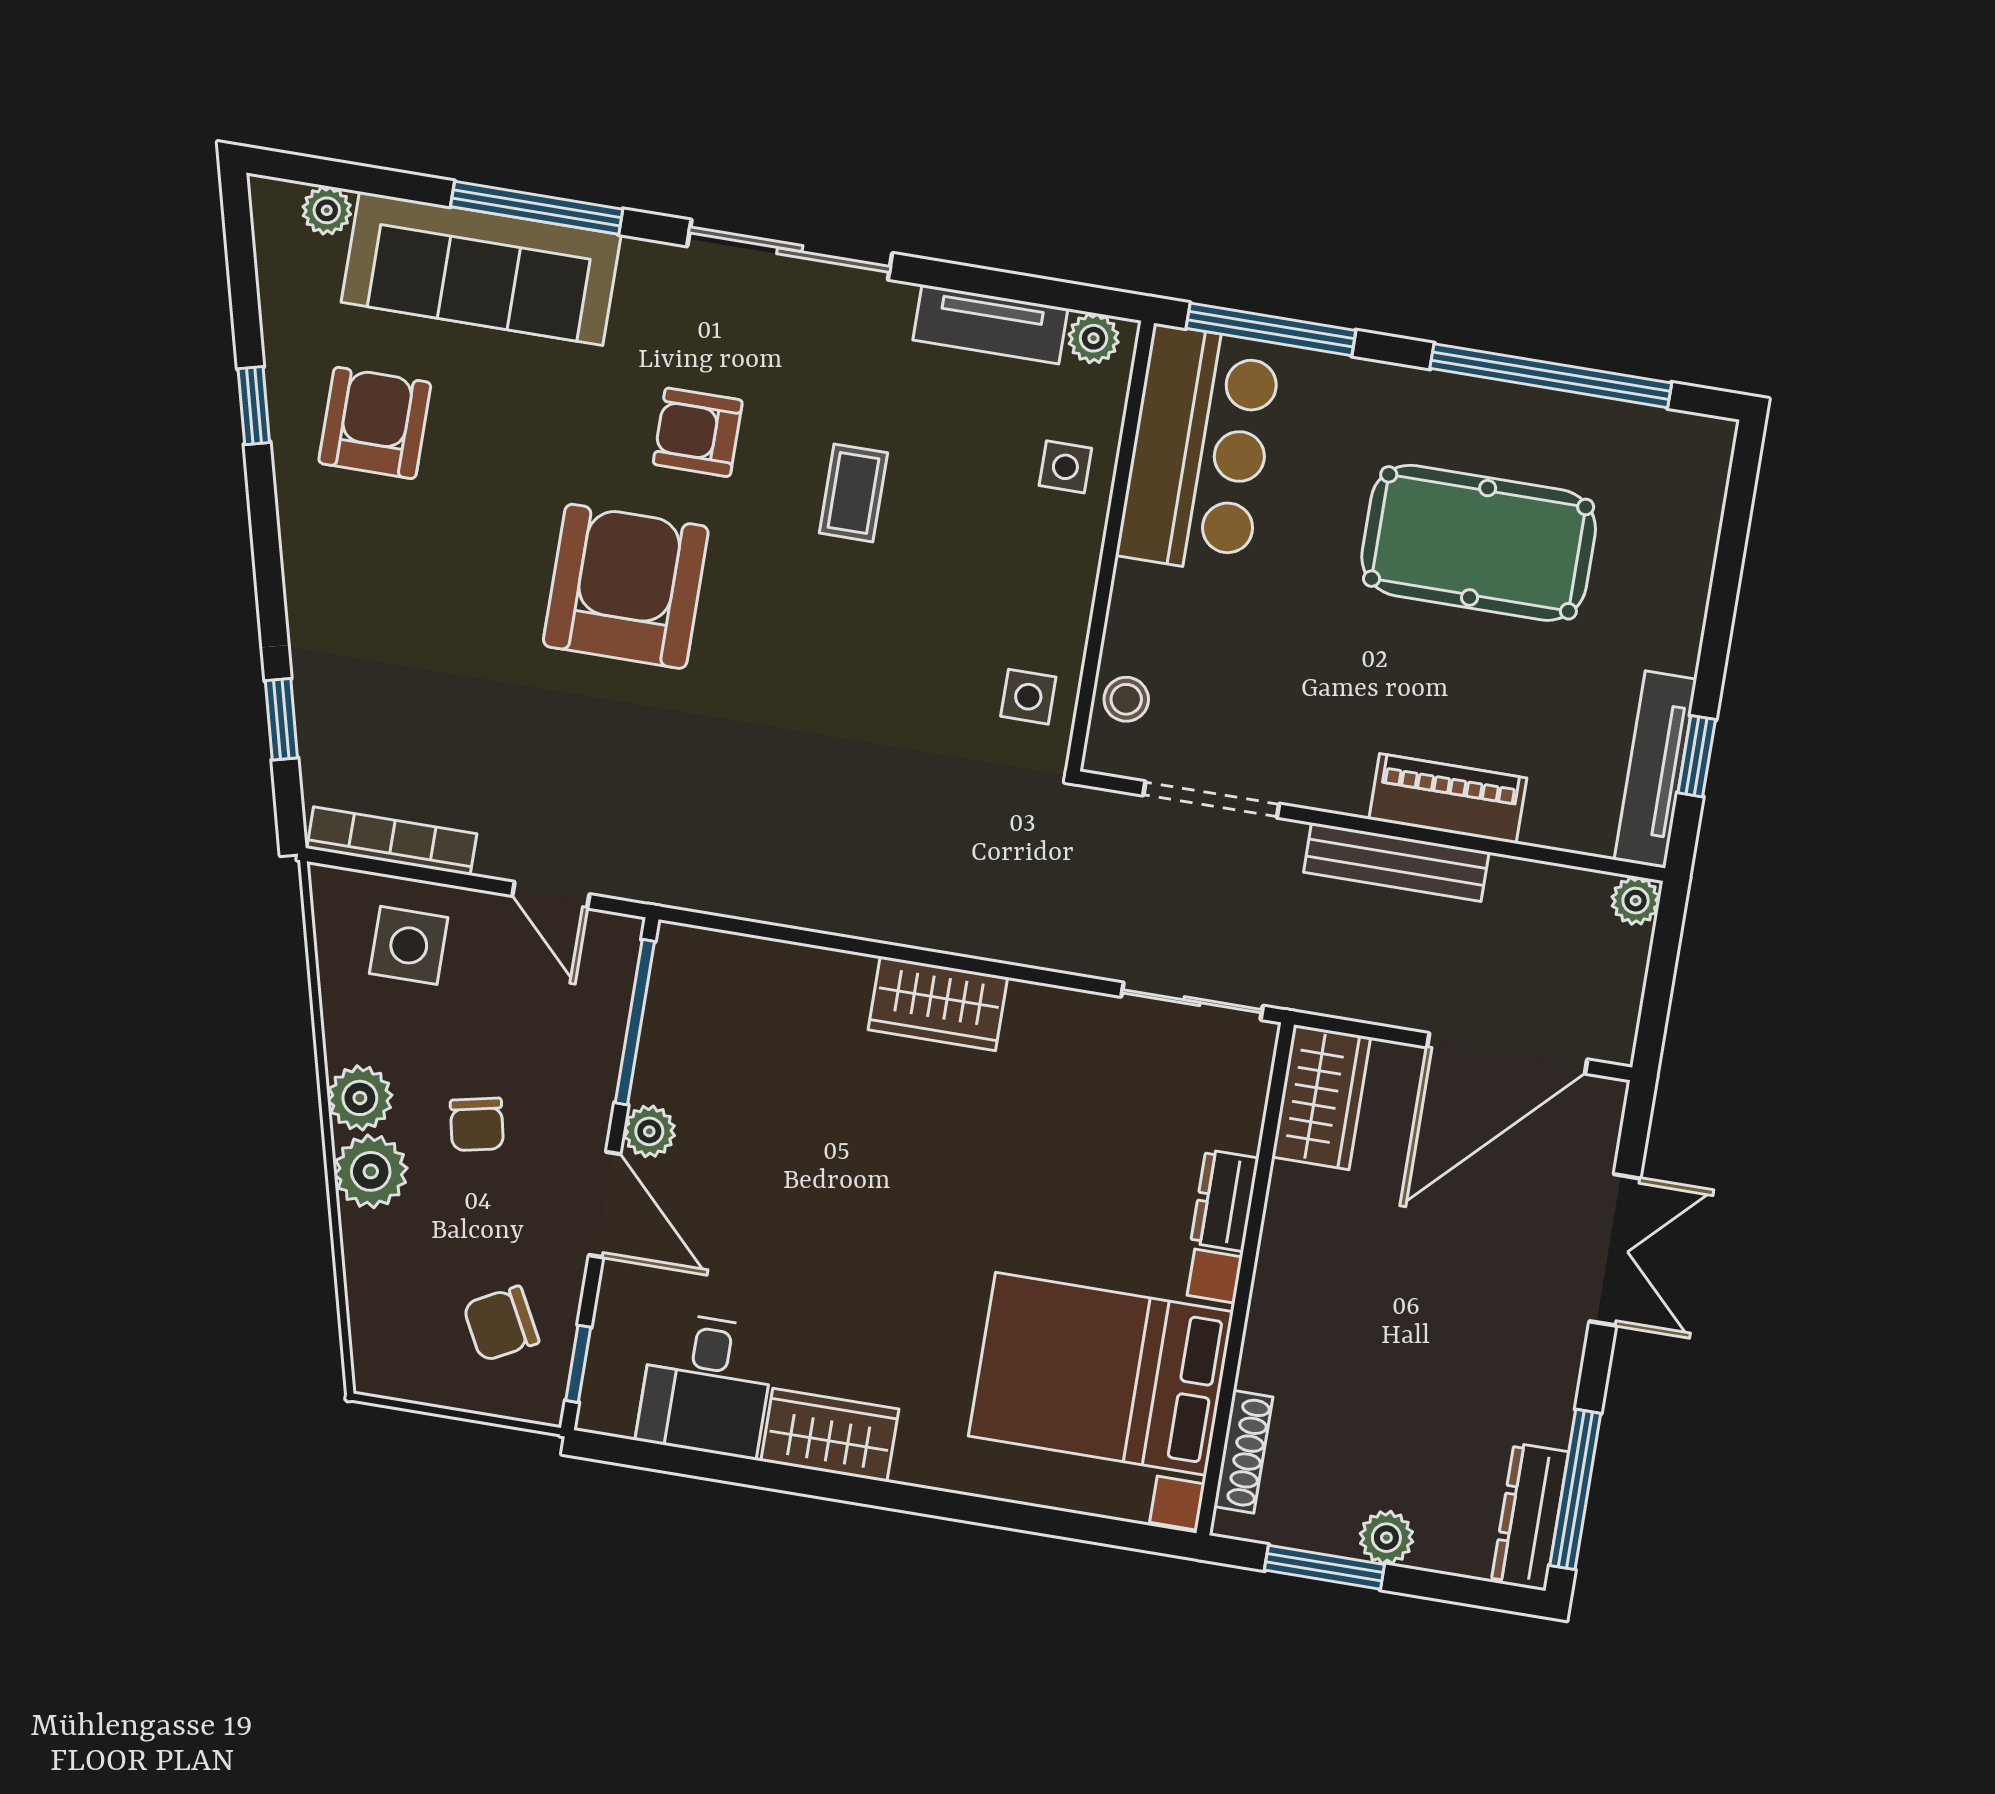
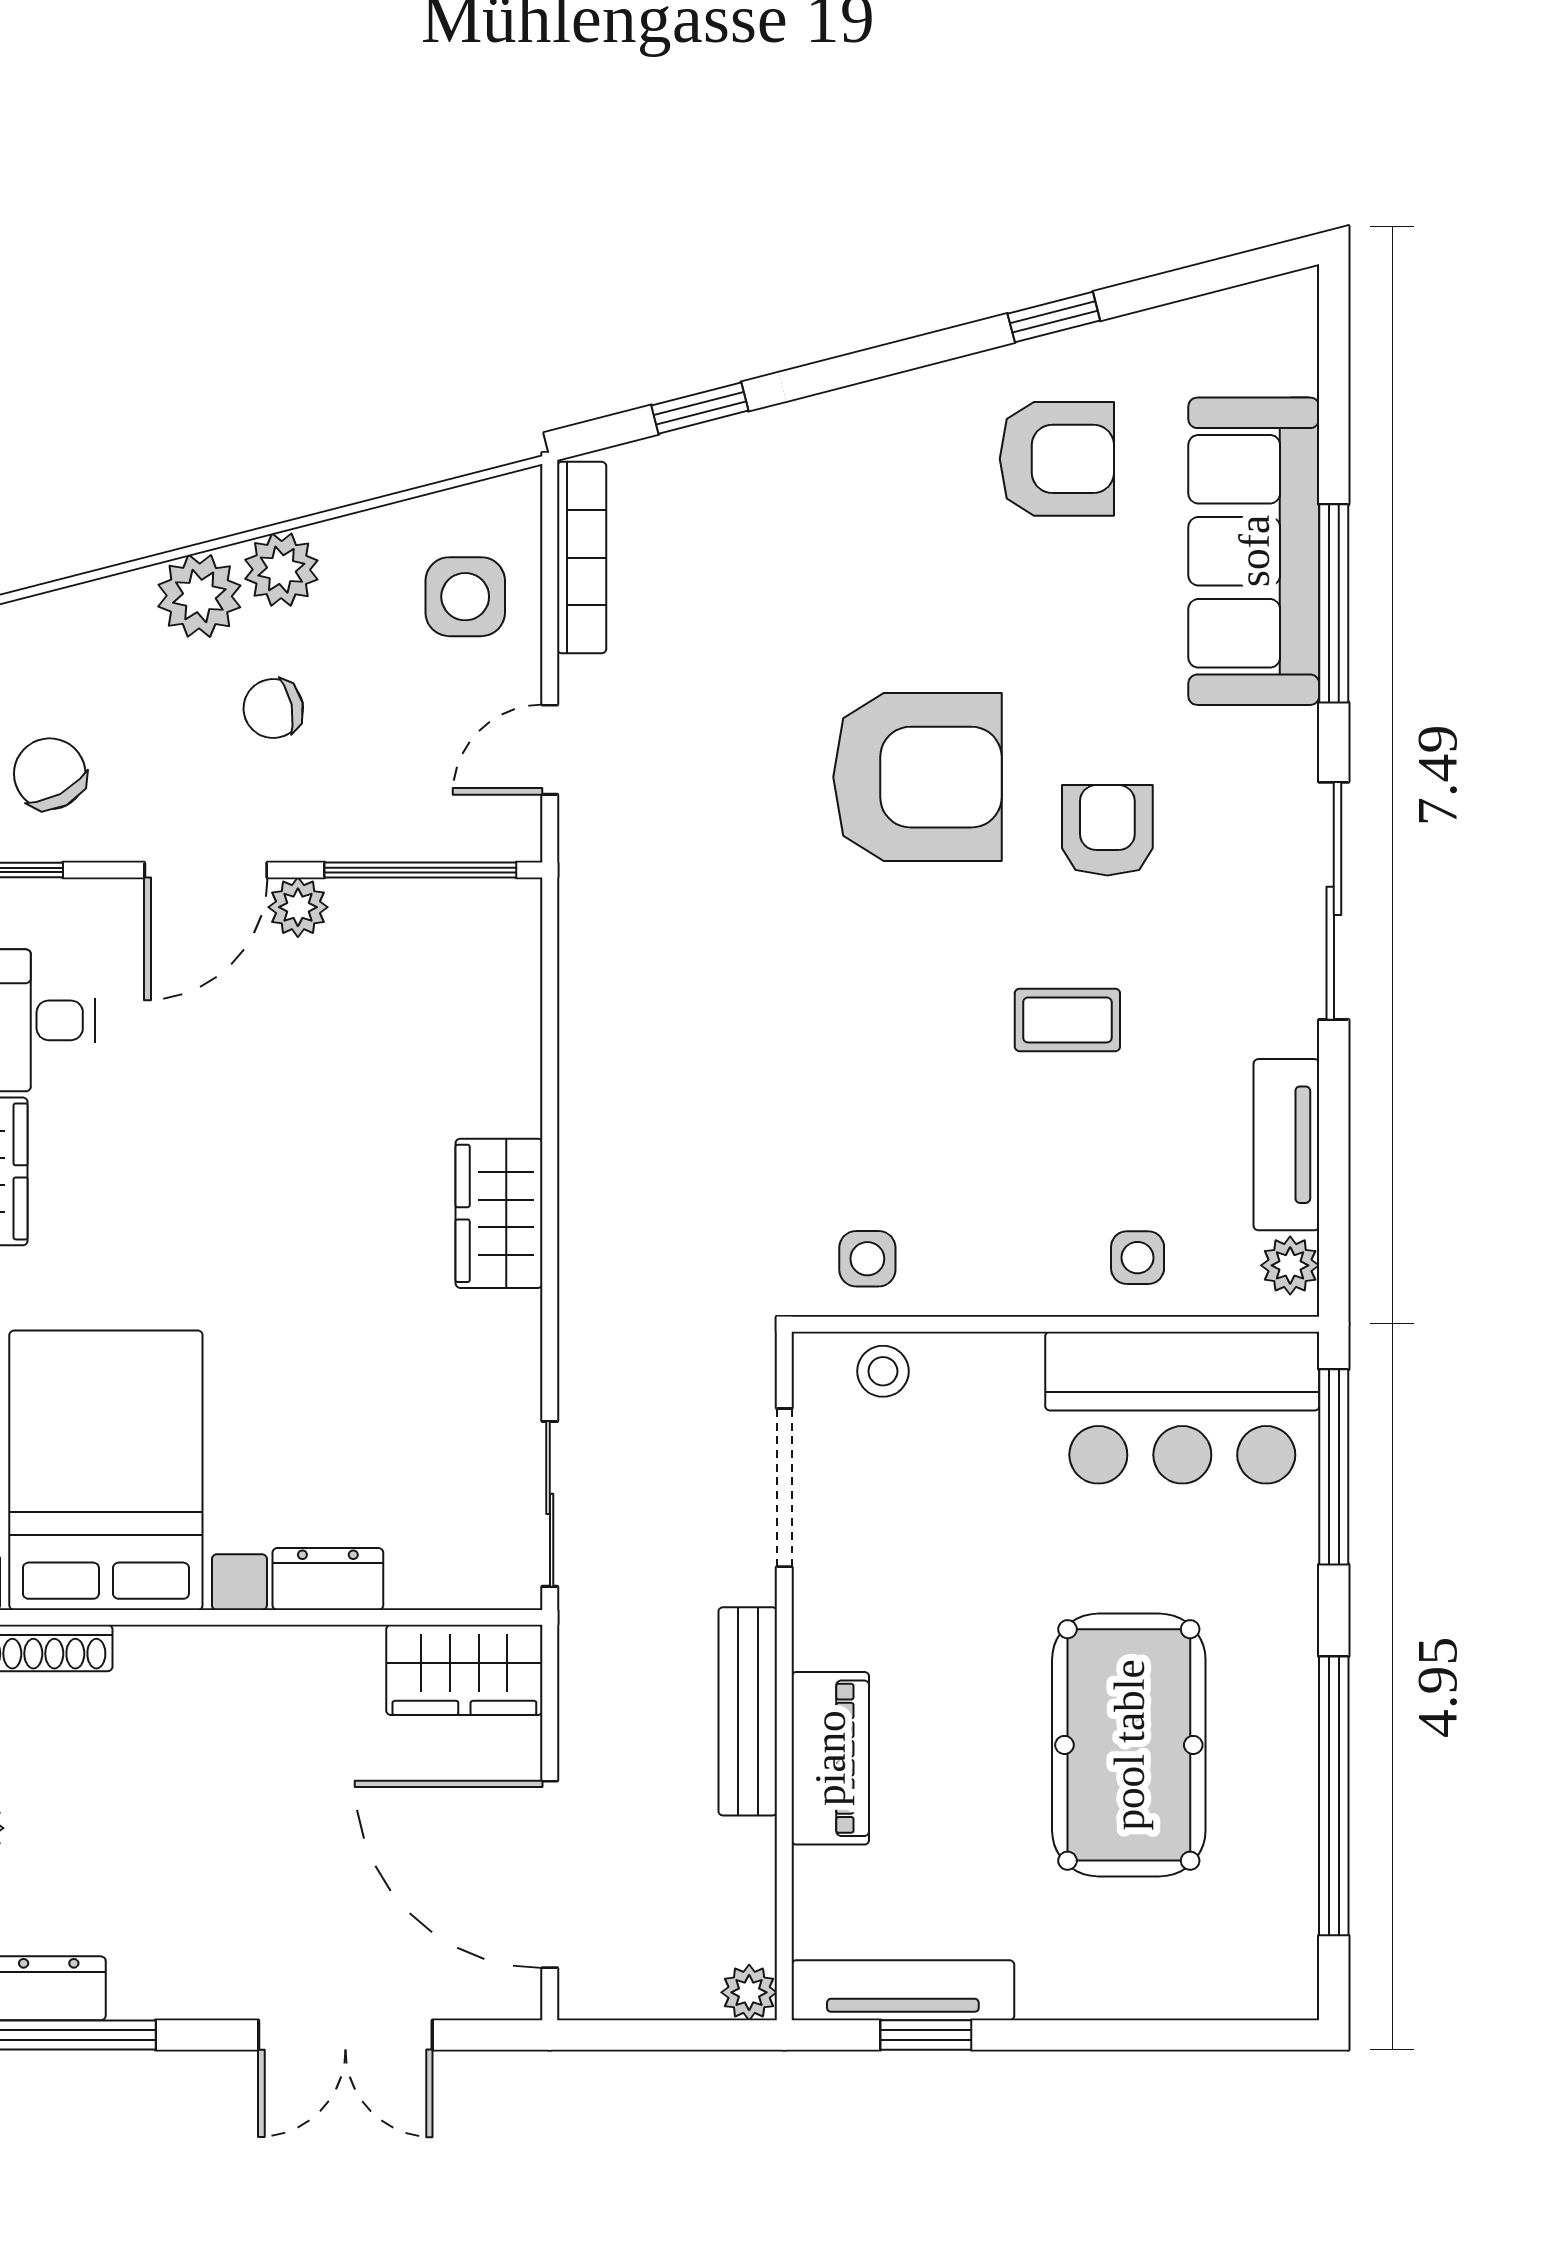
plant: (327, 210) -> (1291, 364), removed

